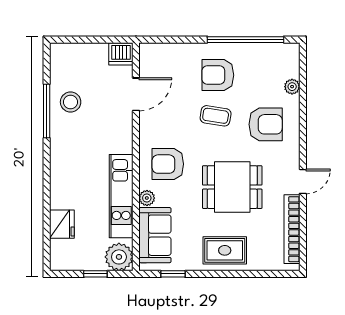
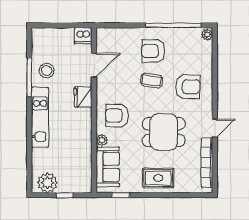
plant: (292, 87) -> (207, 35), moved
kitchen unit: (121, 196) -> (40, 117), moved, turned 180
fridge: (62, 224) -> (83, 97), moved, turned 180
plant: (119, 257) -> (48, 183), moved

